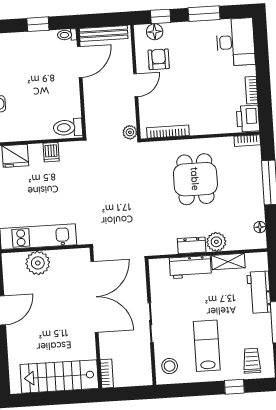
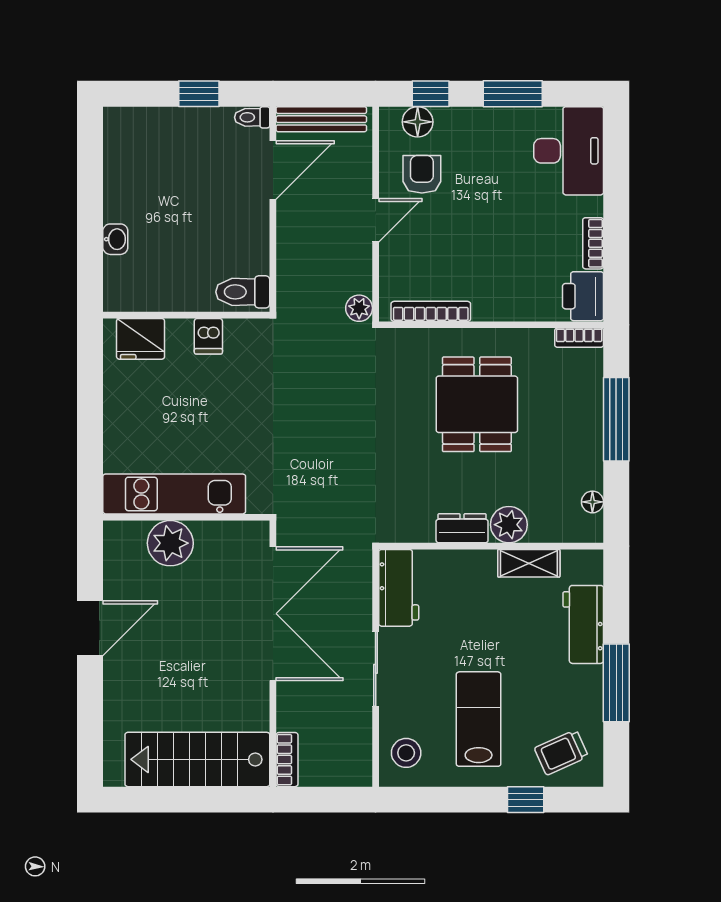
workbench: (190, 267) -> (399, 588), moved, turned -90
trolley: (252, 361) -> (561, 752), turned -114

